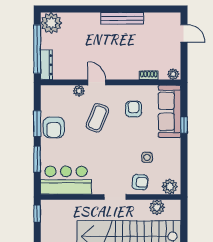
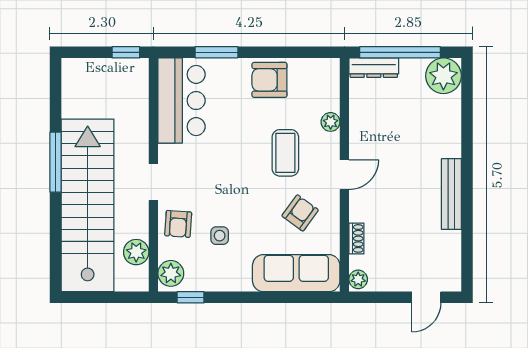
door: (97, 82) -> (344, 175), moved
armchair: (133, 109) -> (300, 213), turned -54
coffee table: (97, 118) -> (285, 153), turned 68
window: (37, 123) -> (276, 52), removed
window: (184, 125) -> (191, 297), moved

